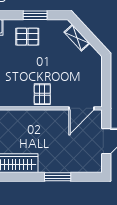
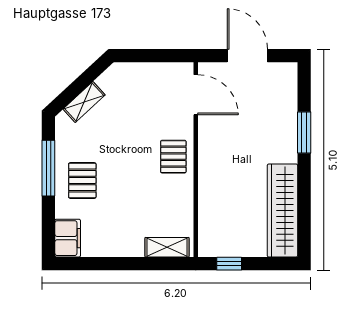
window: (35, 15) -> (48, 168), width x1.44
pallet: (42, 94) -> (173, 157), turned 90

